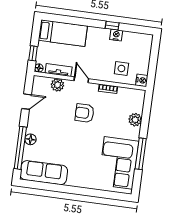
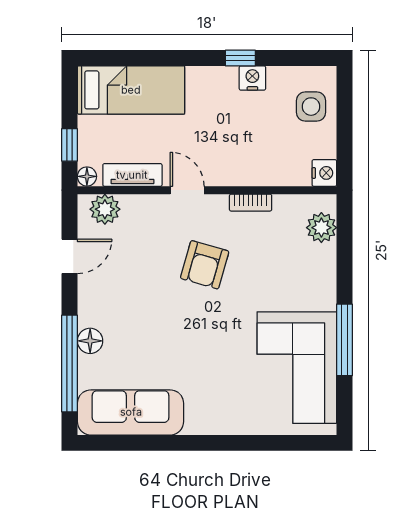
side table: (121, 68) -> (311, 107), moved
plant: (57, 85) -> (105, 209), moved
armchair: (85, 113) -> (205, 265), turned -74
plant: (135, 120) -> (321, 228), moved

